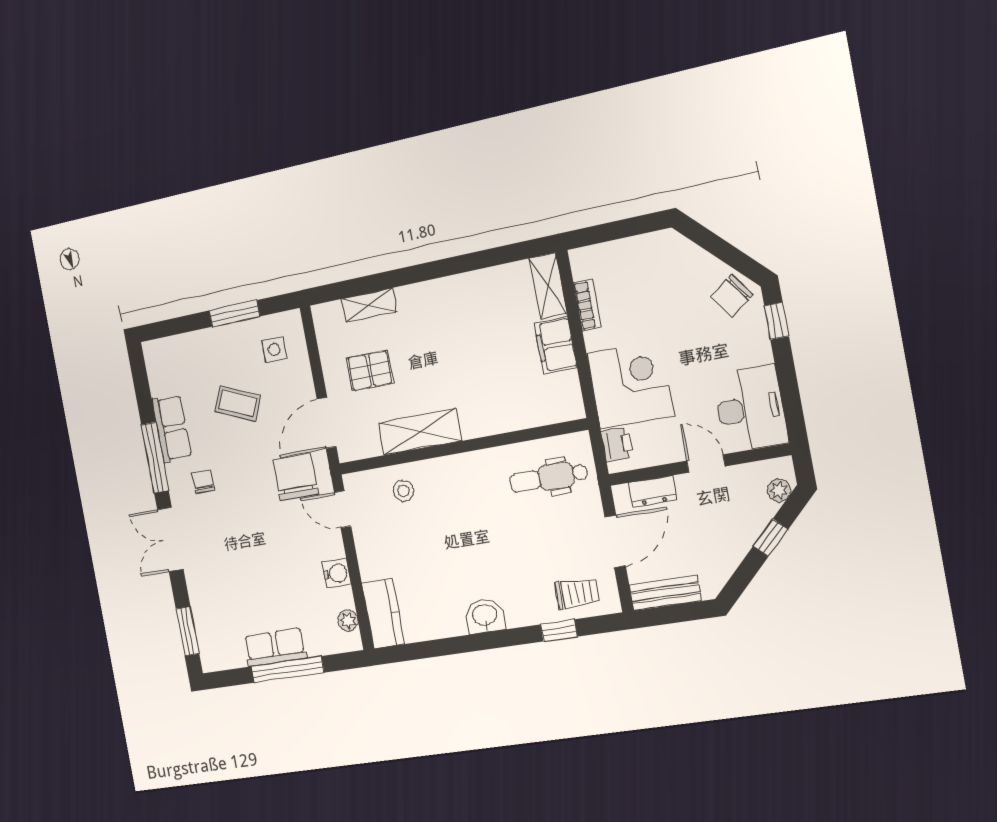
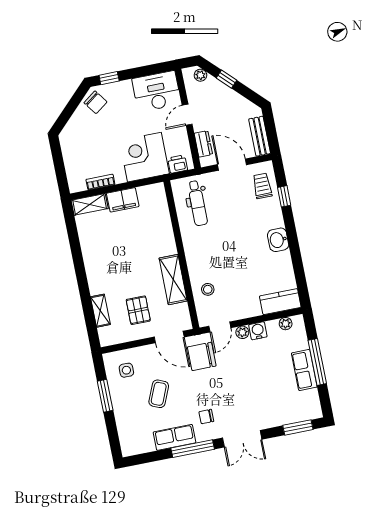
plant: (334, 547) -> (242, 332), added

